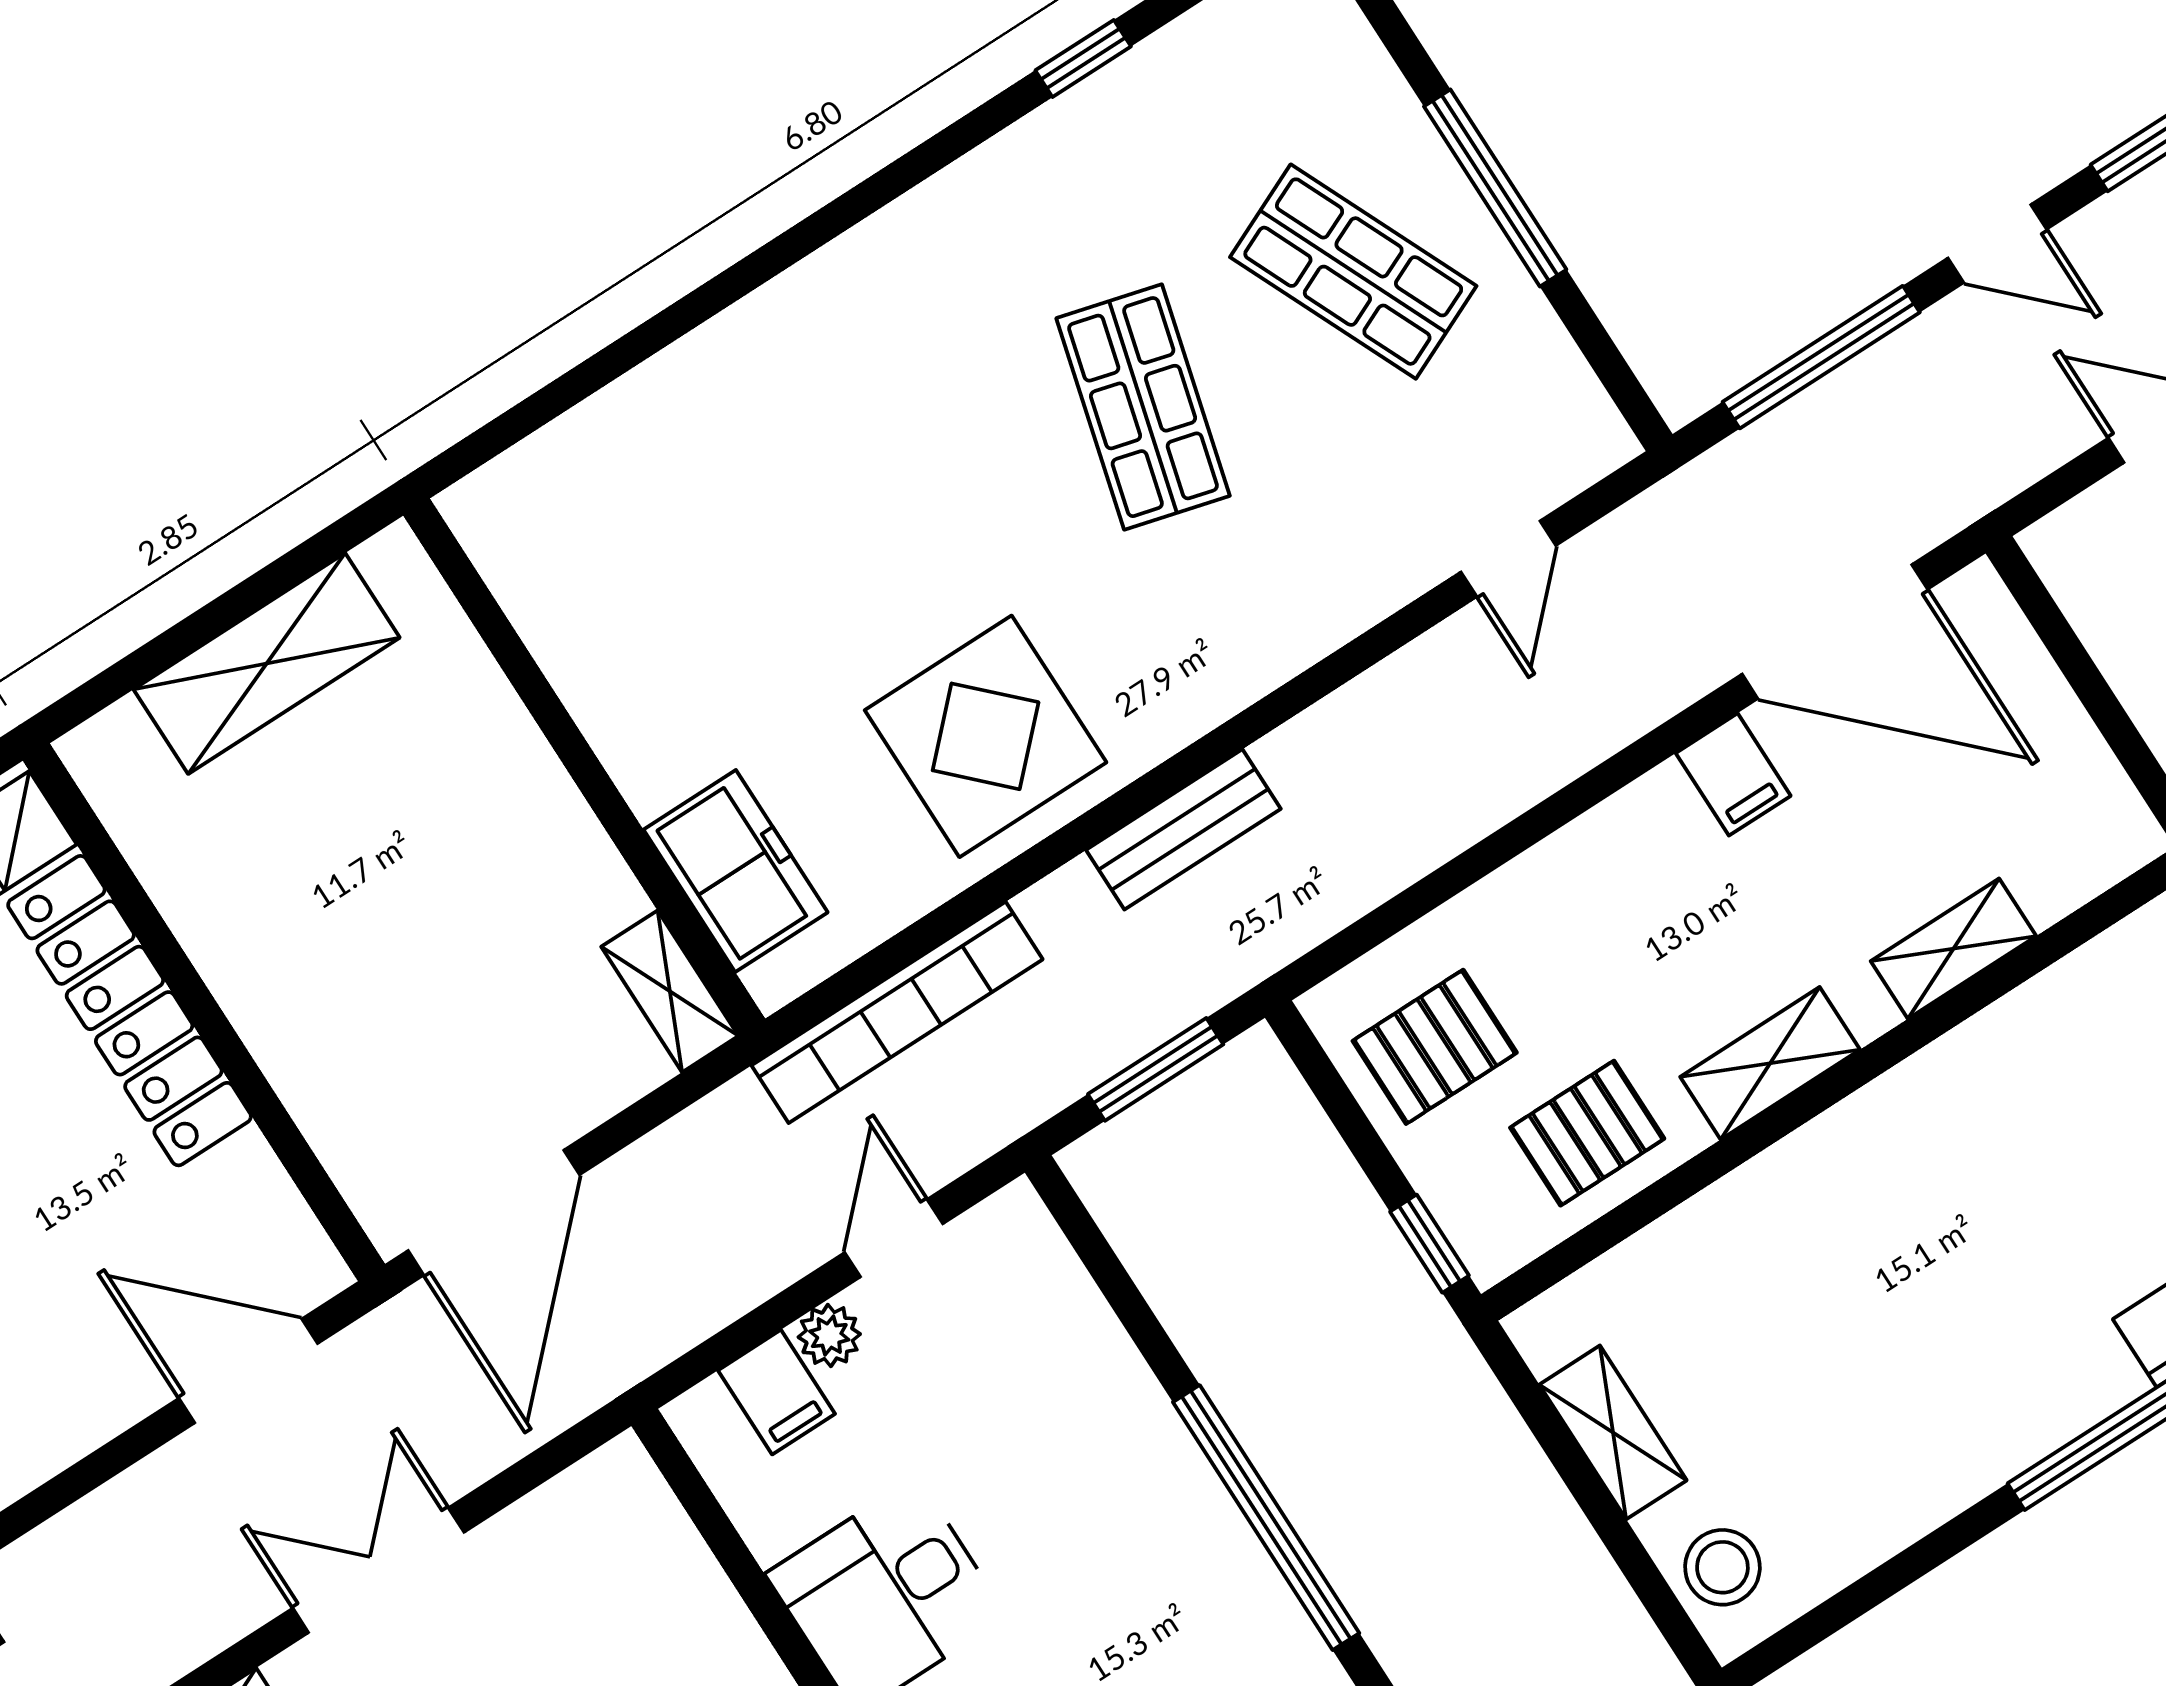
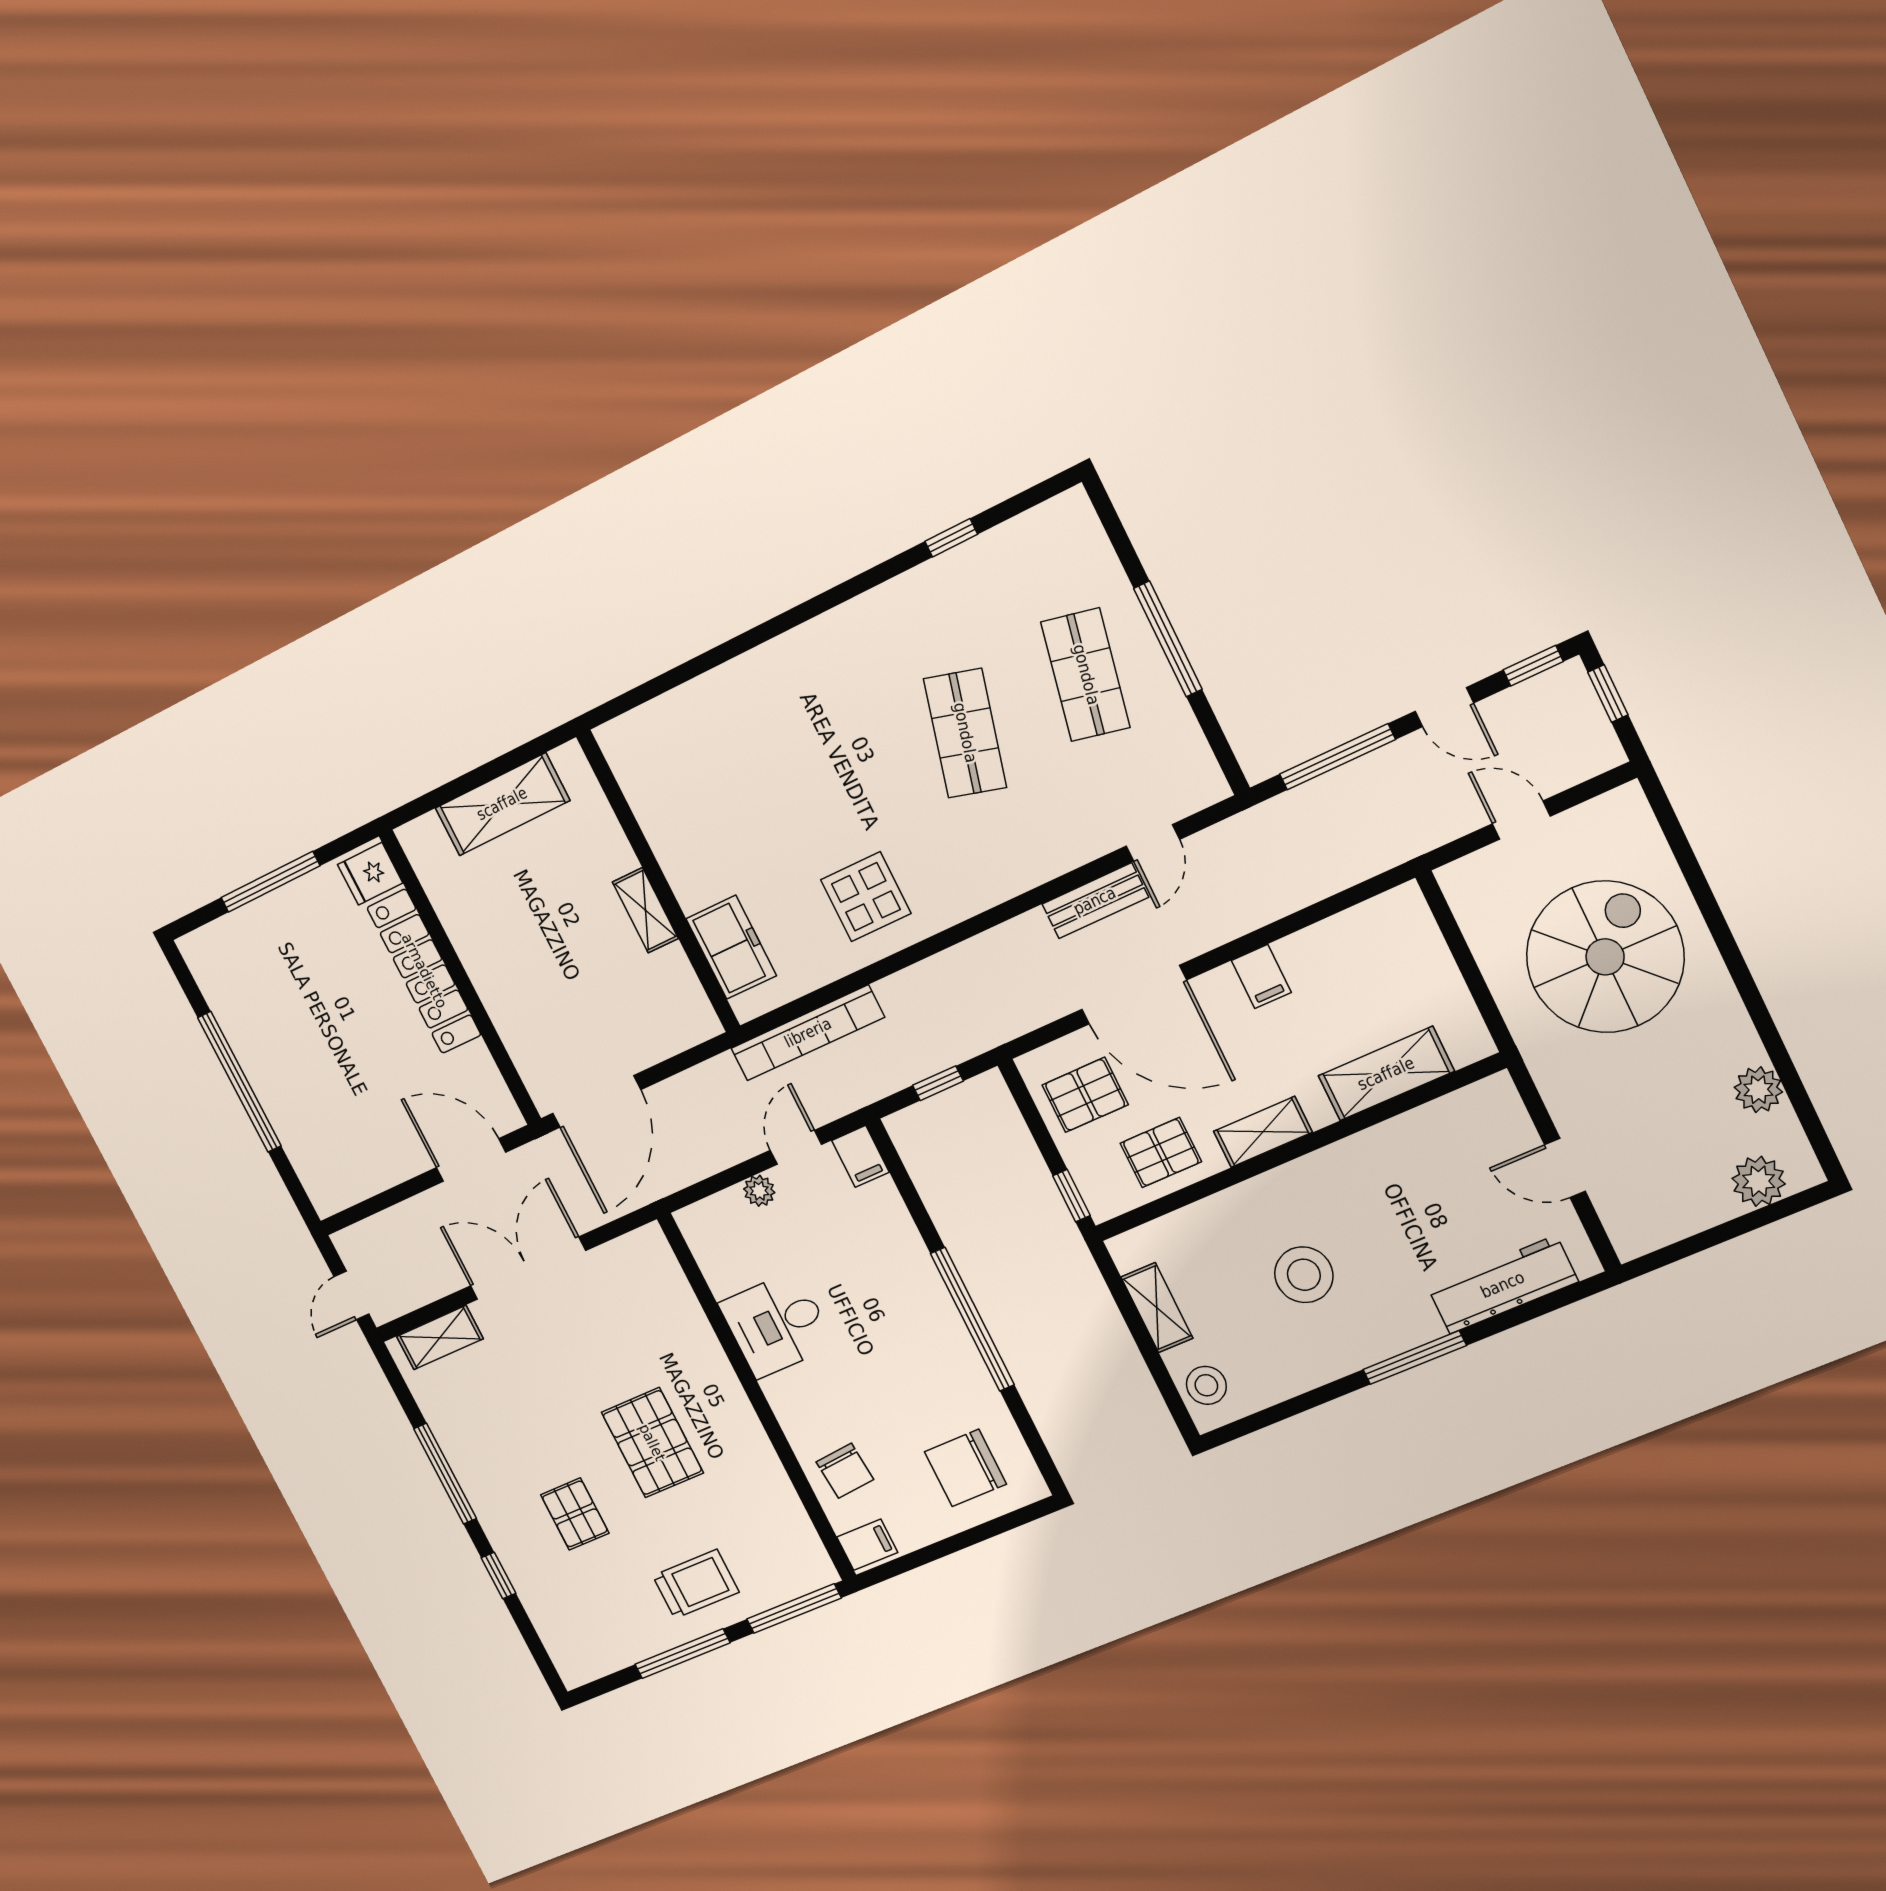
shop shelf: (1353, 272) -> (1086, 675), turned 36
door: (1835, 632) -> (1134, 995), moved
display table: (986, 736) -> (866, 897), width x0.73, depth x0.73
bench: (1183, 829) -> (1095, 901), moved
shelving: (1953, 949) -> (1386, 1074), width x1.50, depth x1.33
shelving: (670, 991) -> (645, 910), moved
window: (1156, 1069) -> (938, 1083), width x0.67
stool: (1877, 1321) -> (1304, 1275), added
filing cabinet: (777, 1392) -> (860, 1156), moved
double door: (378, 1570) -> (528, 1268), width x1.37

